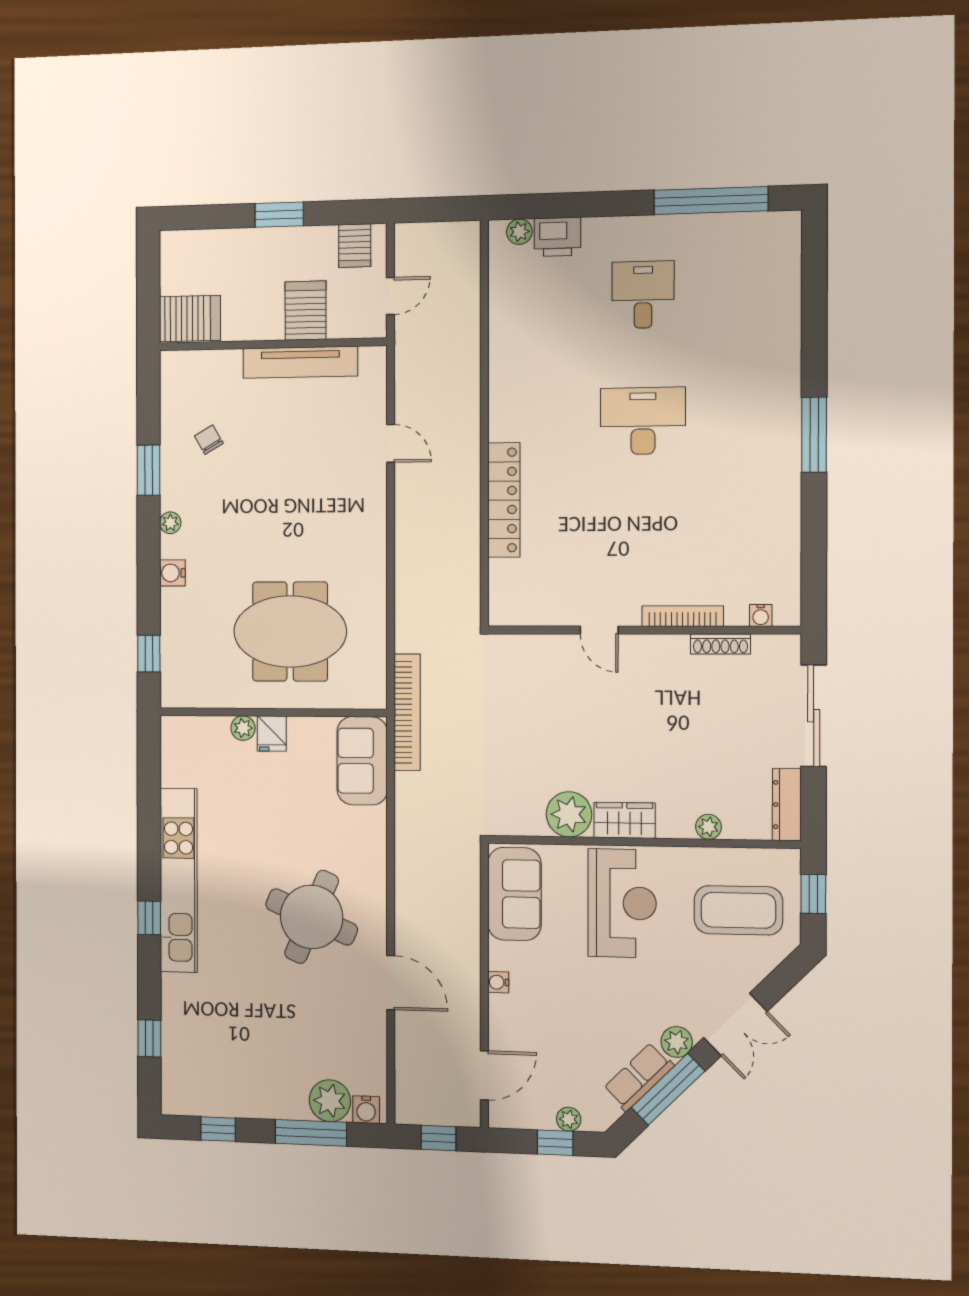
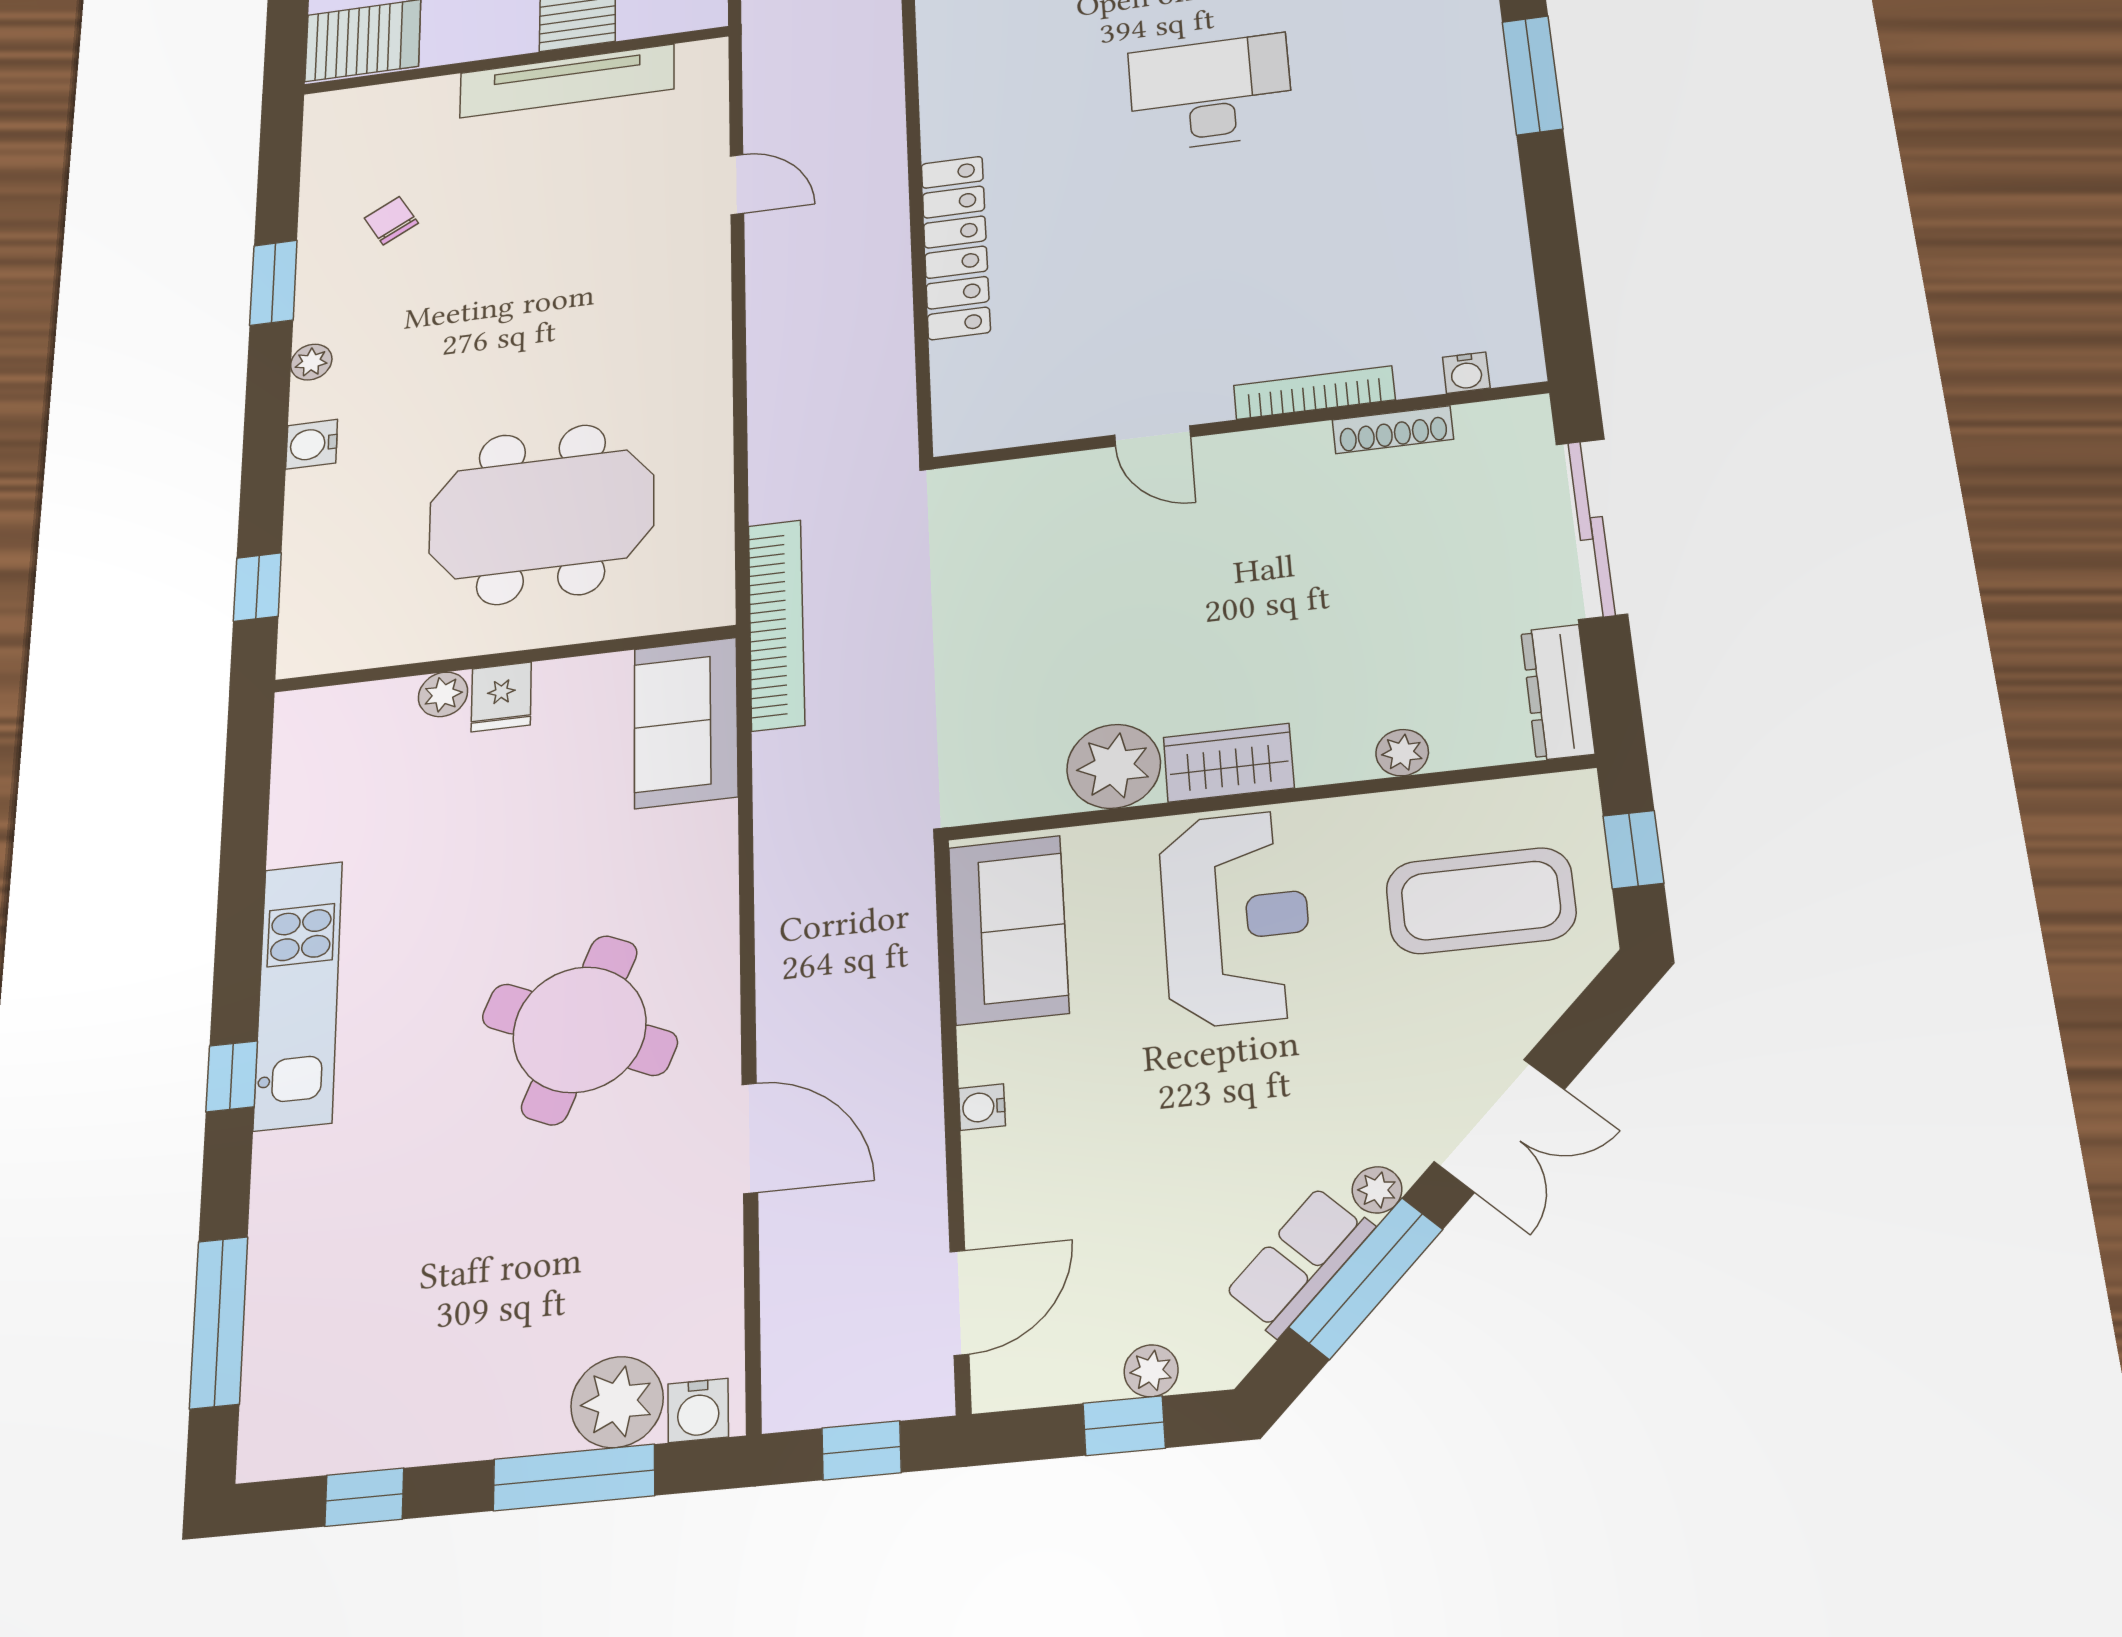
kitchen unit: (179, 880) -> (298, 995), width x0.73
window: (149, 1038) -> (219, 1322), width x2.17
plant: (677, 1042) -> (1377, 1190), width x0.73, depth x0.73

